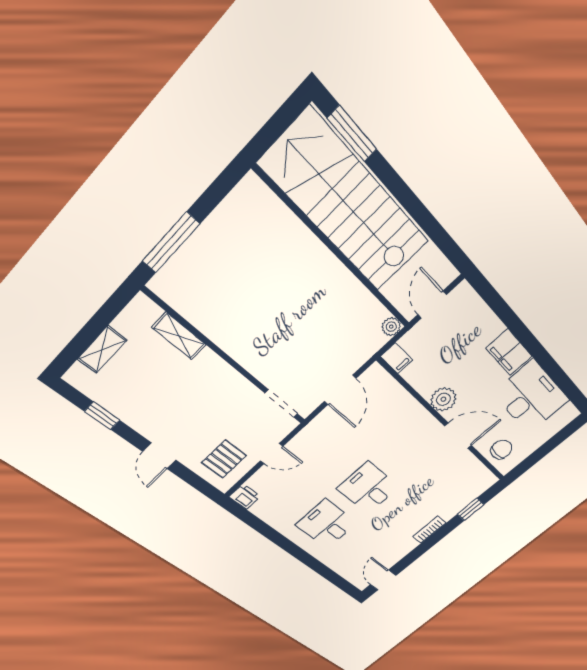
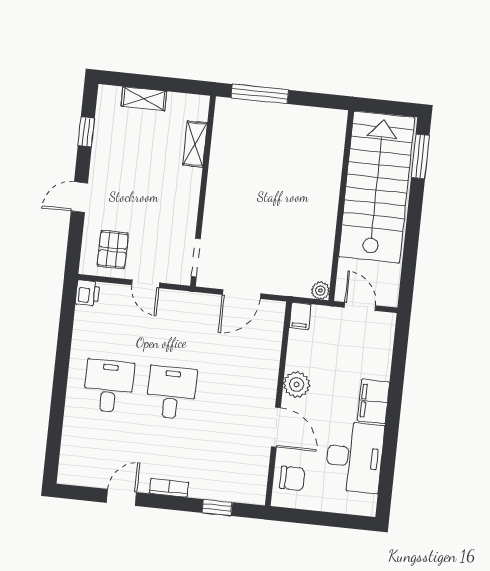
door: (432, 305) -> (360, 306), hinge flipped
pallet: (224, 459) -> (113, 250), turned 90
door: (383, 580) -> (121, 497), moved

